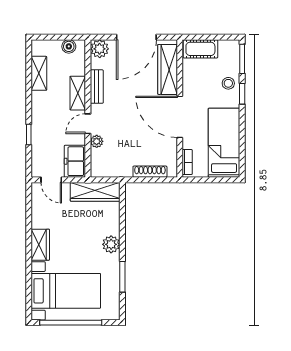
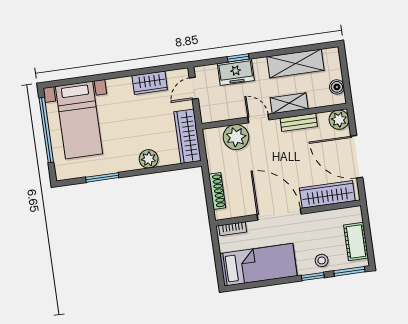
cot: (200, 49) -> (356, 241), moved
shelving: (39, 73) -> (296, 63), width x1.50, depth x1.33
door: (180, 117) -> (279, 214), hinge flipped
plant: (97, 141) -> (236, 137), width x1.88, depth x1.88
freezer: (75, 161) -> (236, 72), moved, turned 180
plant: (111, 244) -> (149, 159), moved
wardrobe: (40, 245) -> (150, 83), moved

